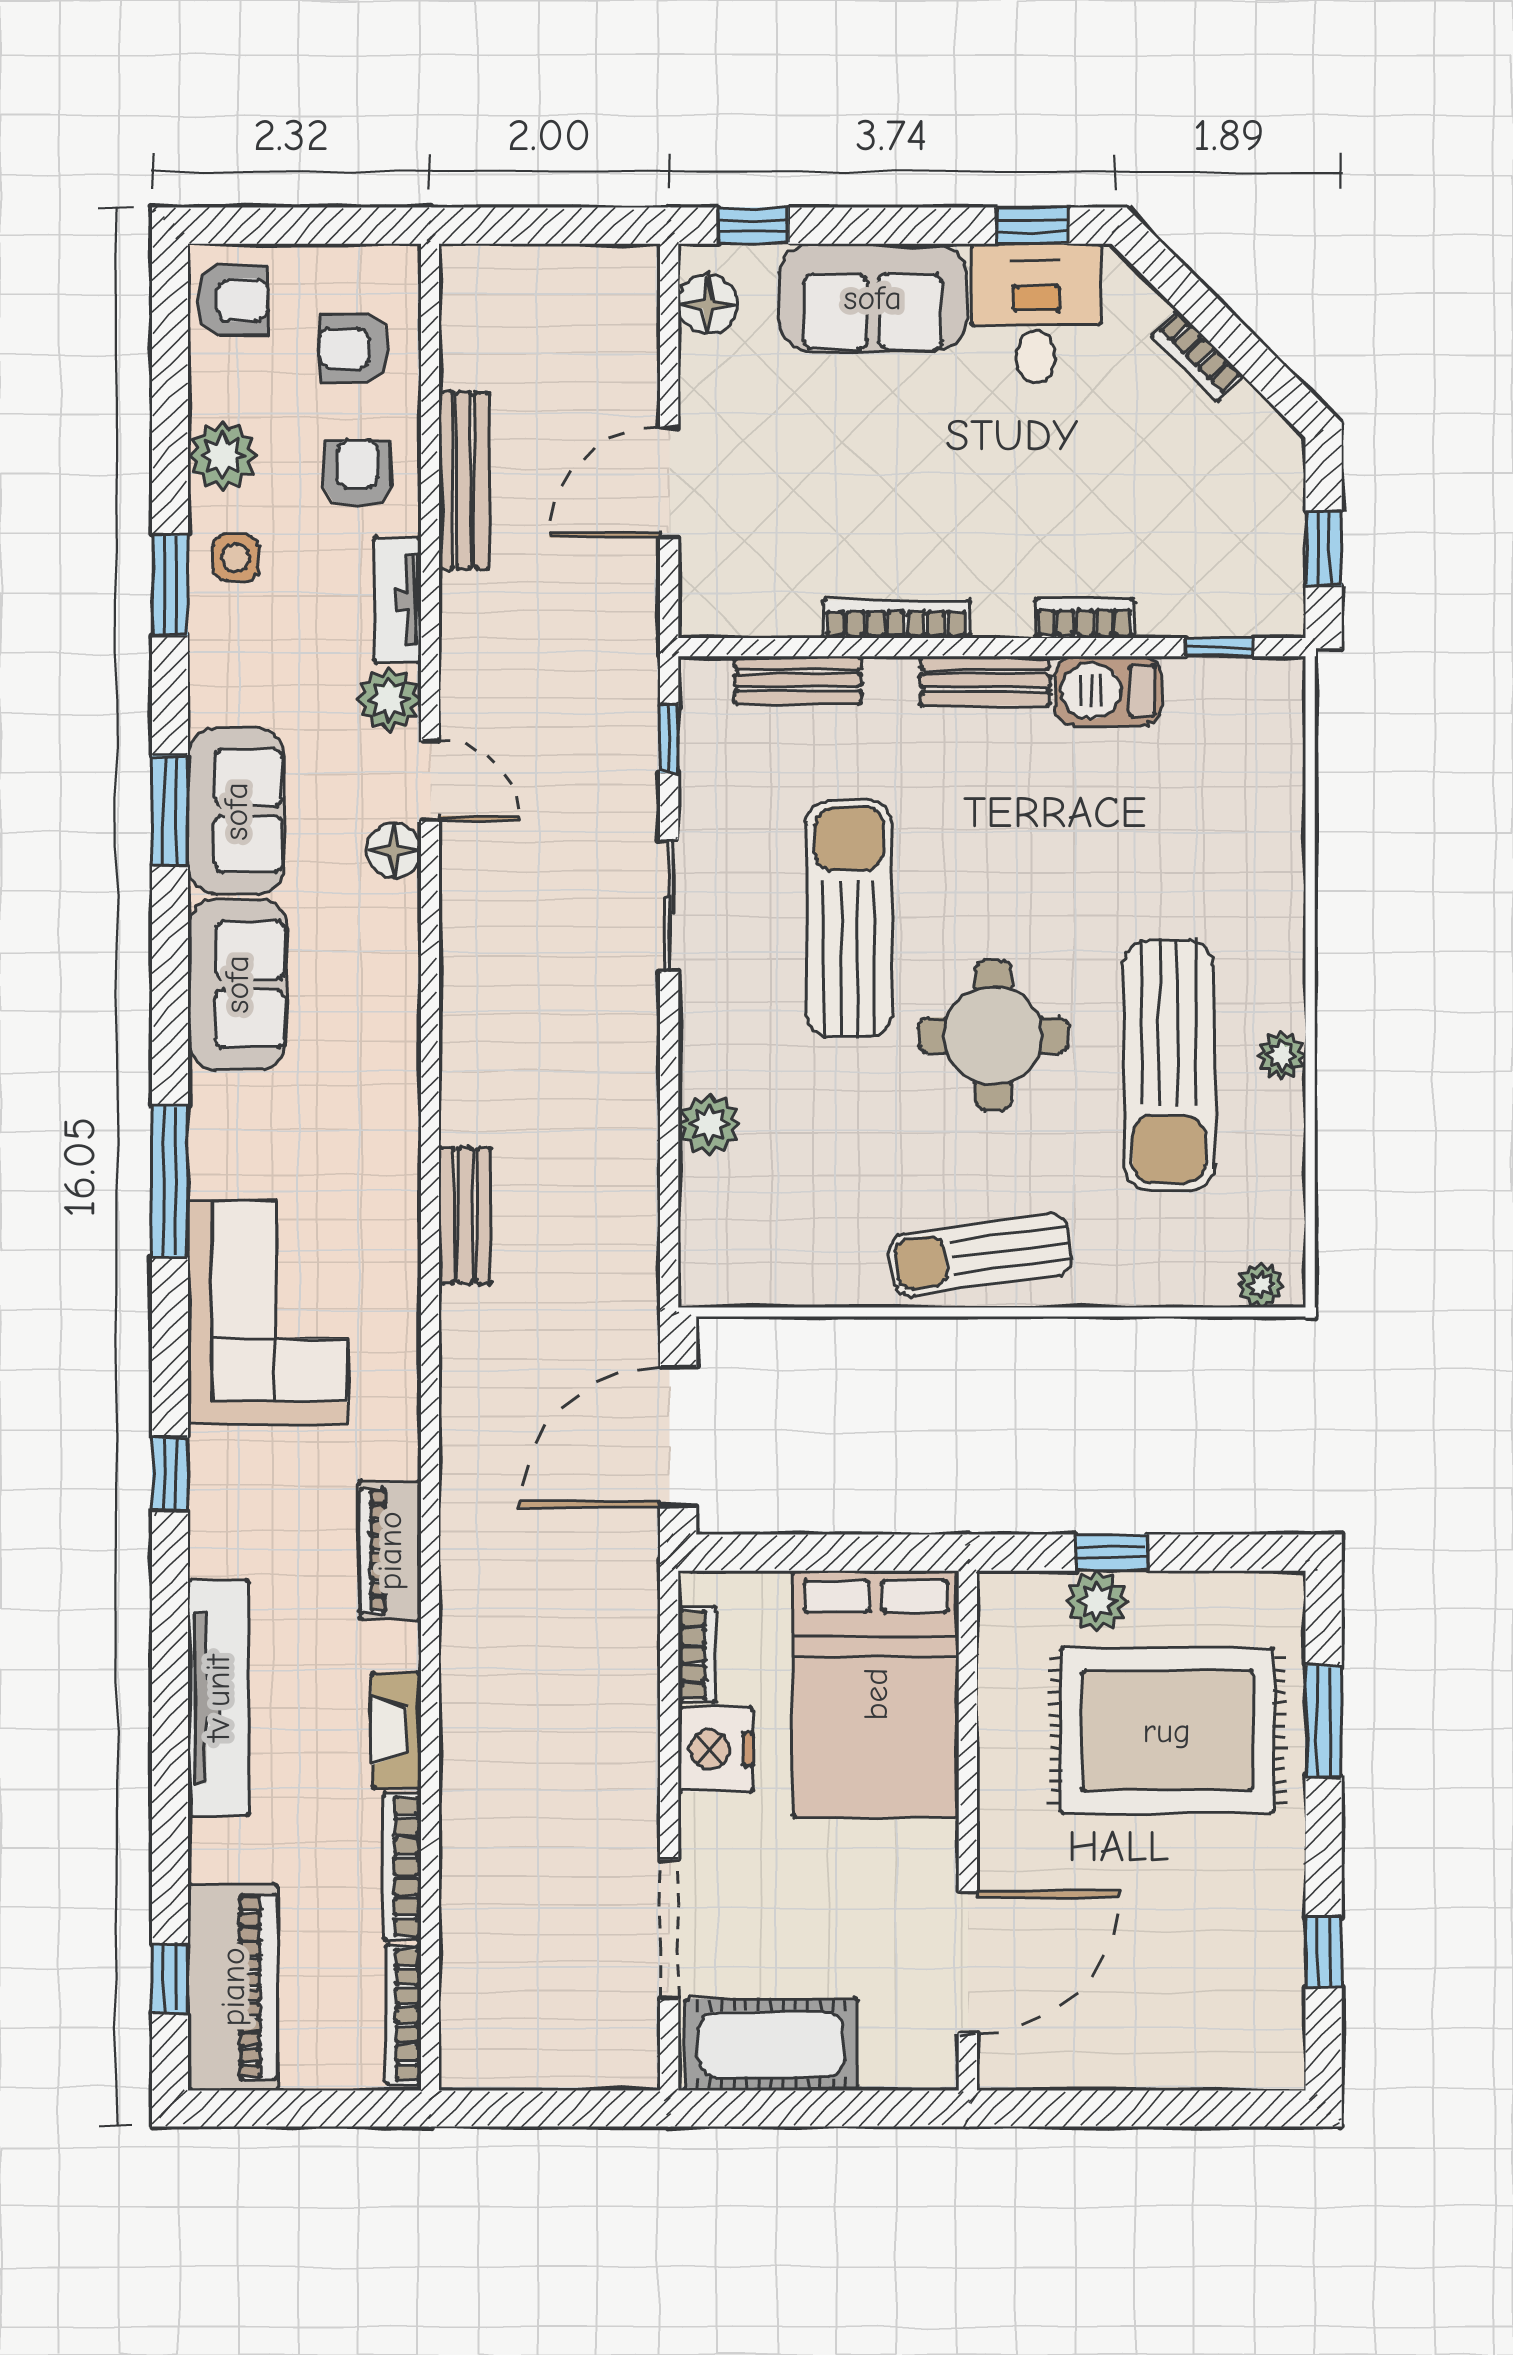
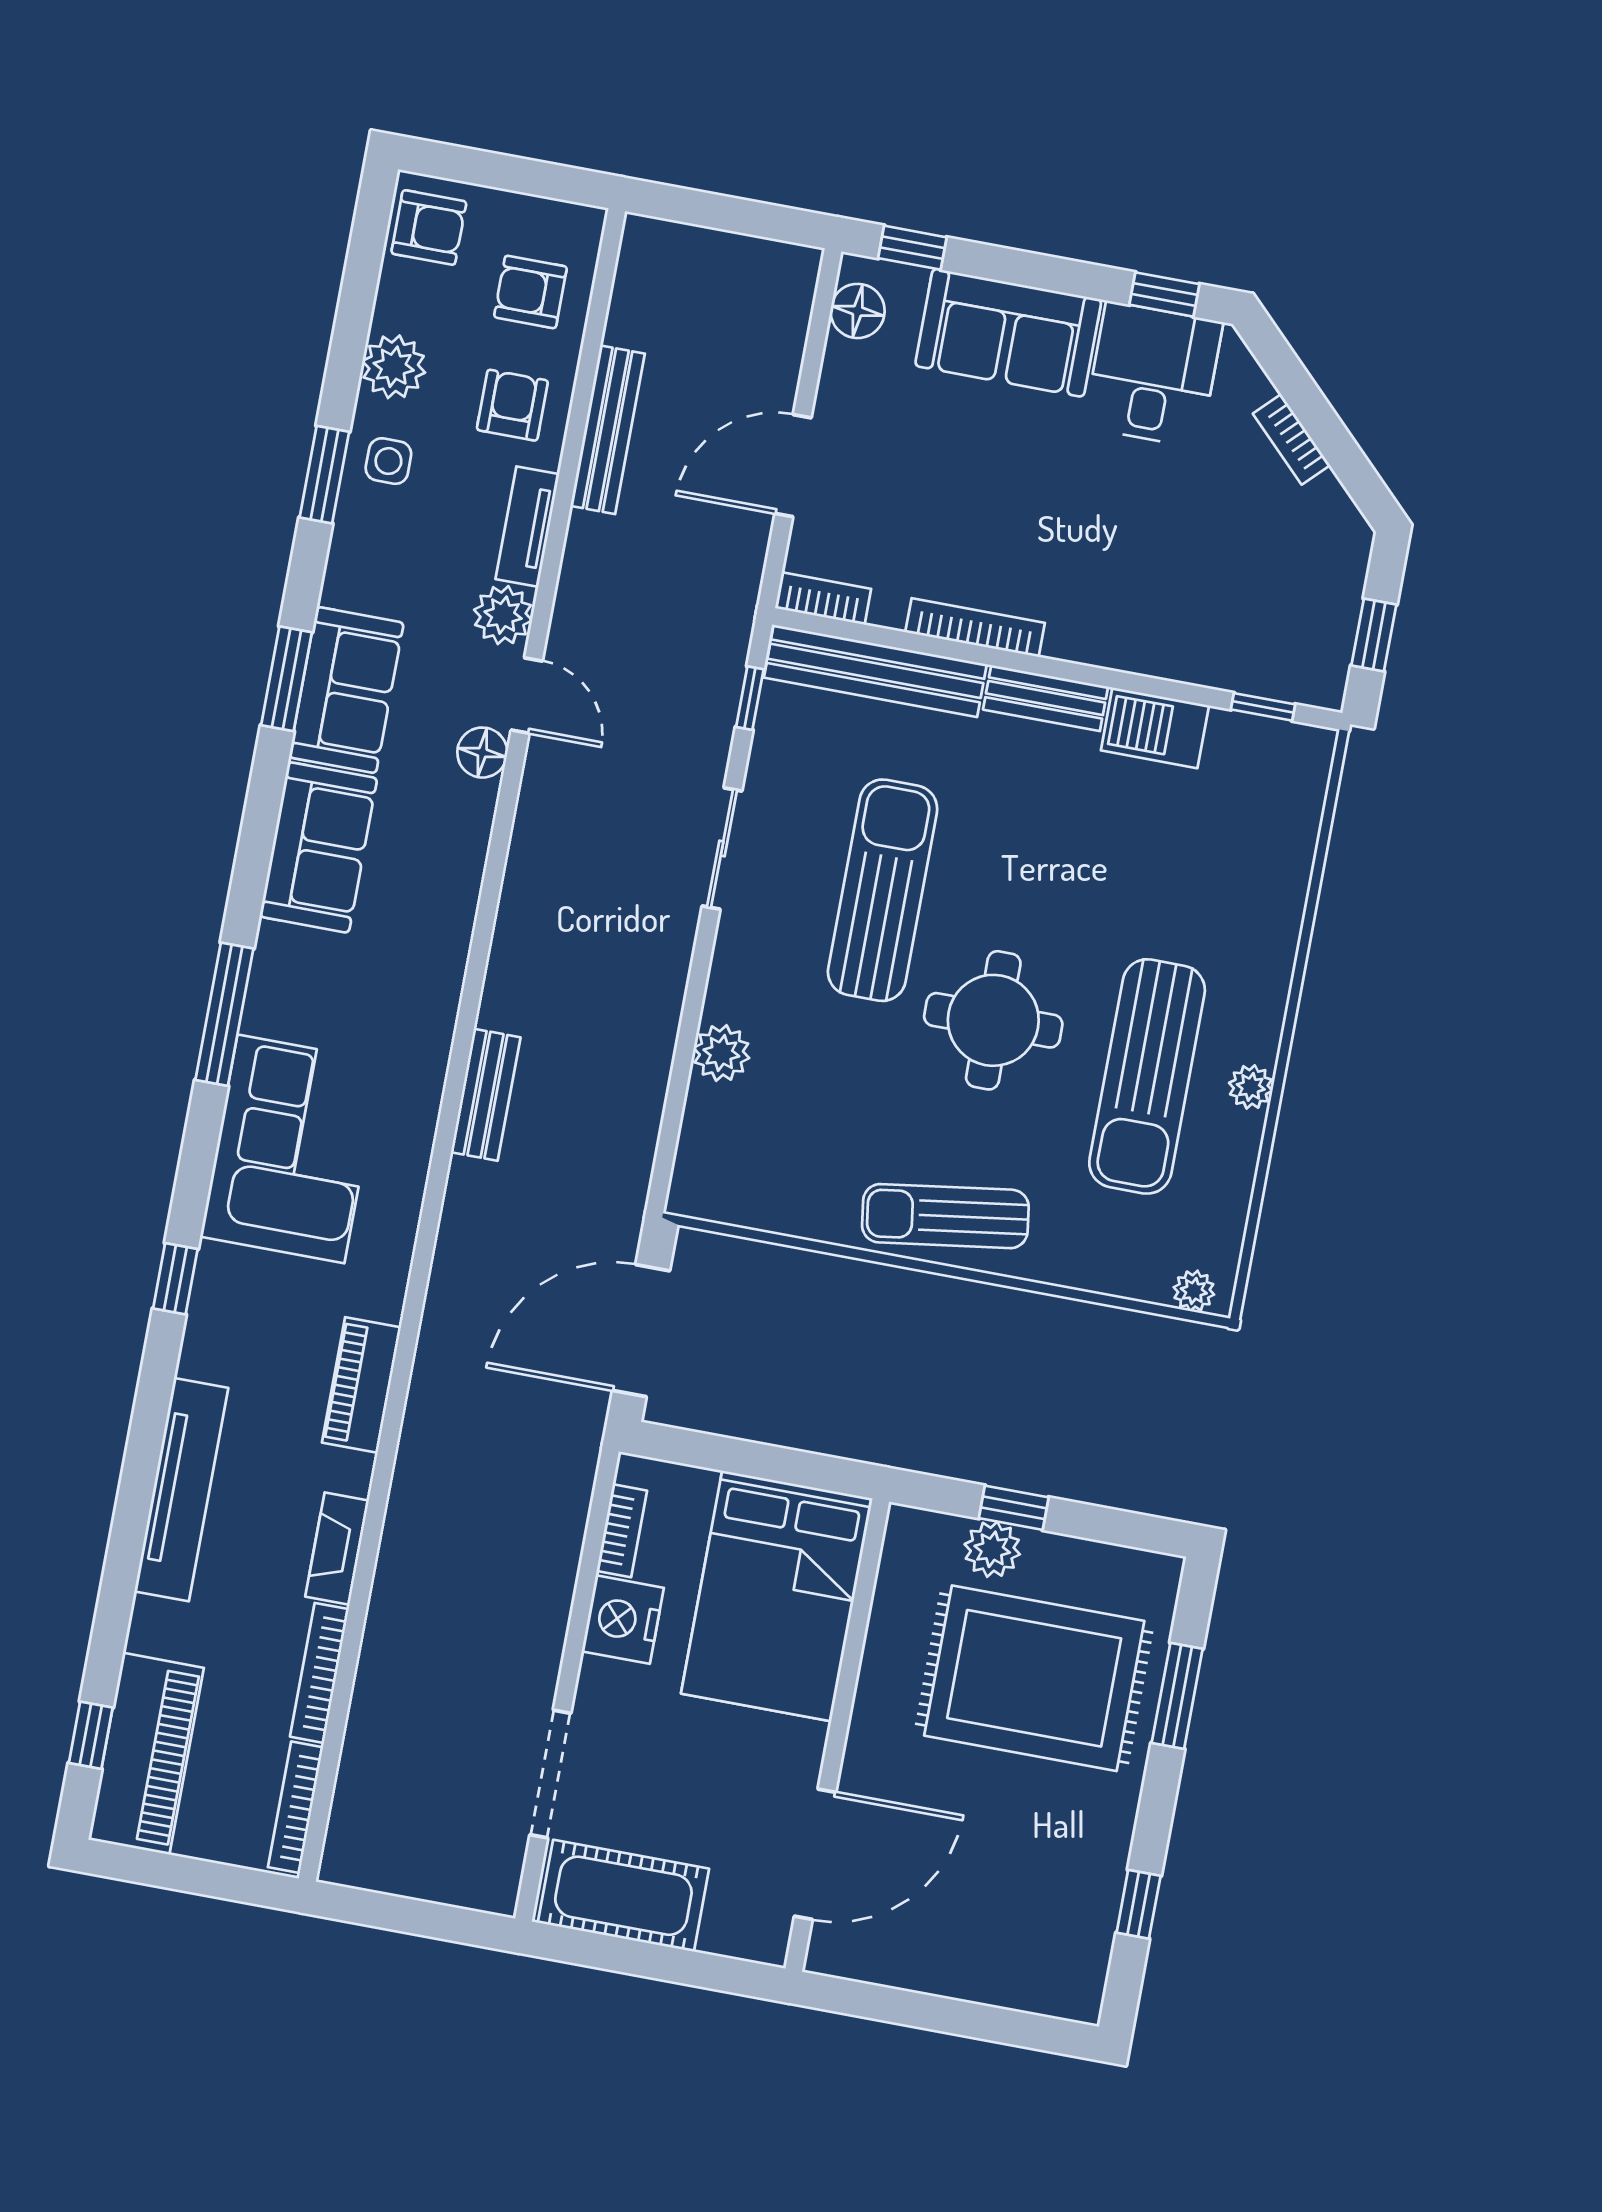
bookcase: (1085, 618) -> (823, 598), moved
bench: (798, 680) -> (875, 671), width x1.86, depth x1.21

